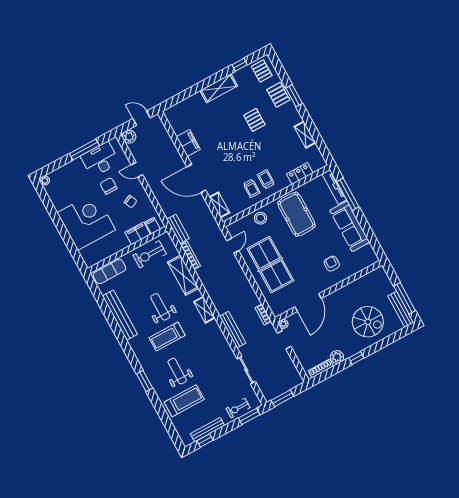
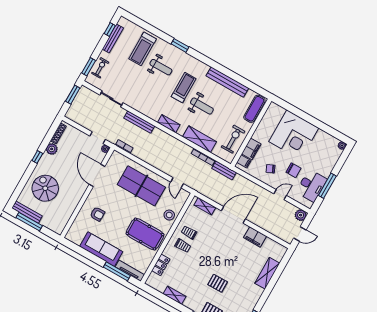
shelving: (219, 88) -> (267, 273), moved
spiral stairs: (368, 322) -> (45, 188), turned 90

